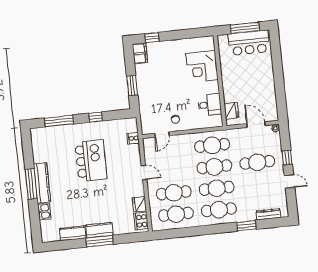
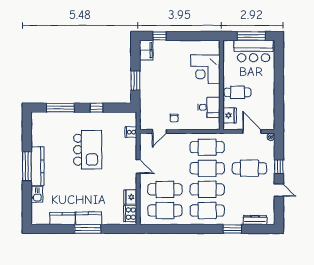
cafe table: (237, 87) -> (238, 92), added

